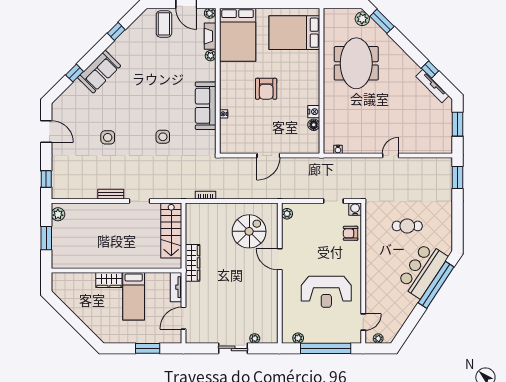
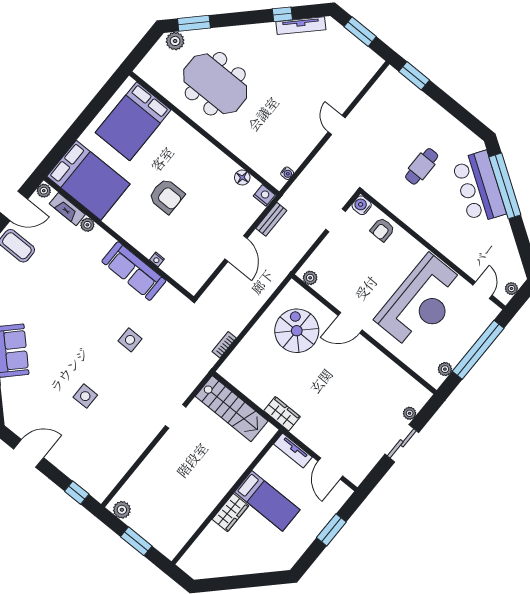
nightstand: (314, 112) -> (264, 195), moved
bench: (111, 194) -> (271, 219), moved
wardrobe: (193, 263) -> (282, 414), width x0.67
reception desk: (326, 292) -> (421, 302), width x1.36, depth x1.30

